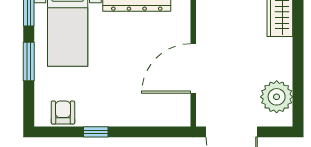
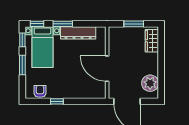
door: (193, 68) -> (107, 69), hinge flipped

